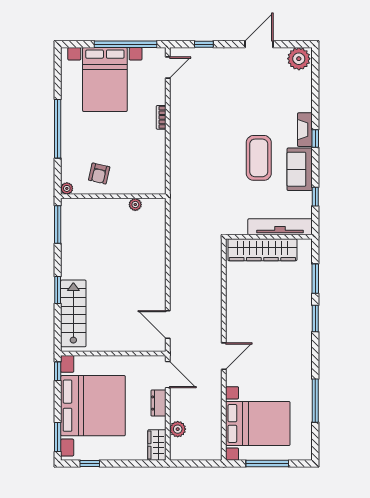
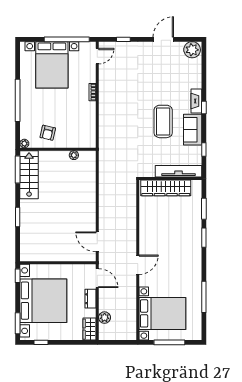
stairs: (73, 313) -> (29, 175), moved

